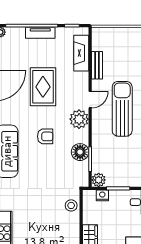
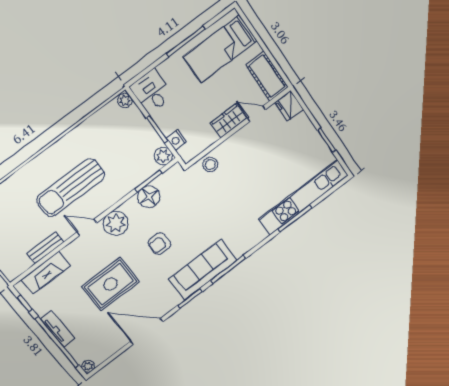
armchair: (45, 136) -> (159, 244), turned -90

